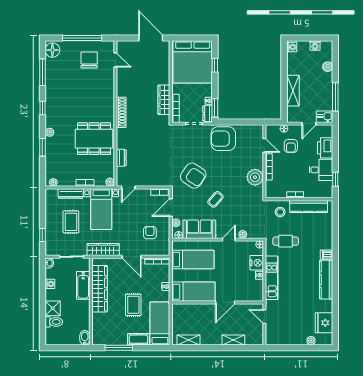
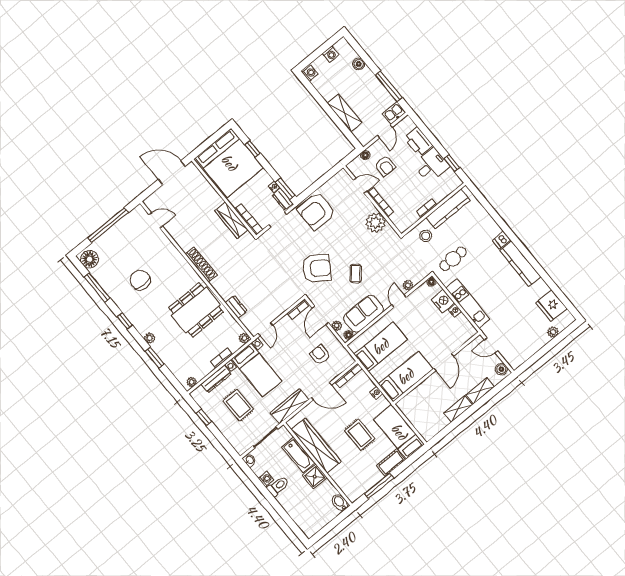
chair: (89, 60) -> (140, 280), moved
window: (42, 235) -> (204, 417), moved
shower: (53, 308) -> (315, 477), moved
toilet: (54, 322) -> (278, 486), moved
boiler: (258, 337) -> (501, 369), added
shelving: (189, 340) -> (458, 409), moved

